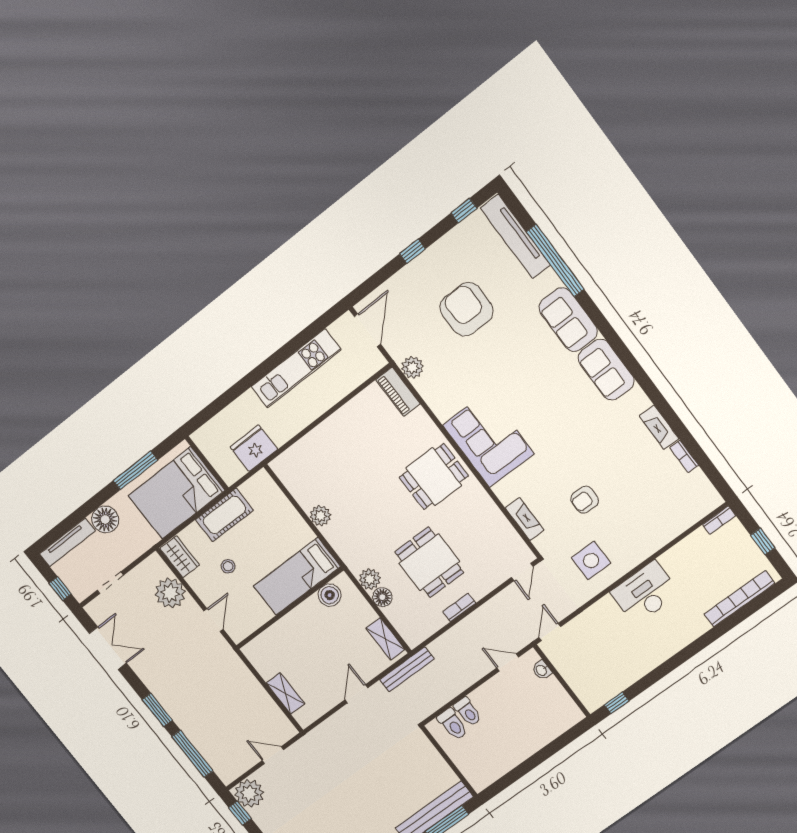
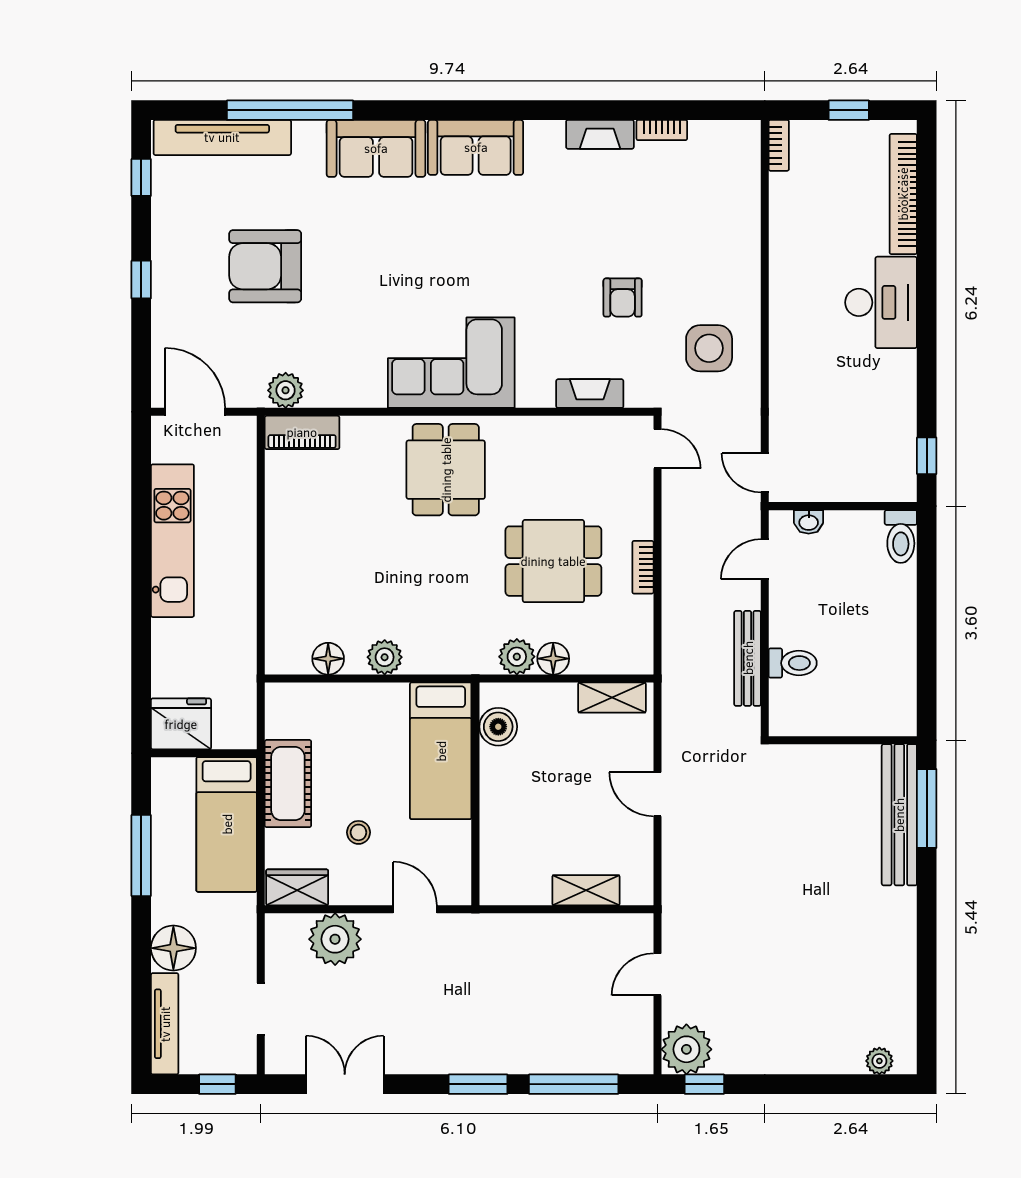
fridge: (254, 448) -> (181, 724), moved, turned 90
floor lamp: (298, 489) -> (328, 659), added
bed: (176, 493) -> (227, 824), width x0.67
desk: (645, 593) -> (881, 302), moved, turned 180
bench: (407, 669) -> (748, 658), moved
toilet: (453, 724) -> (901, 536), moved, turned 90

